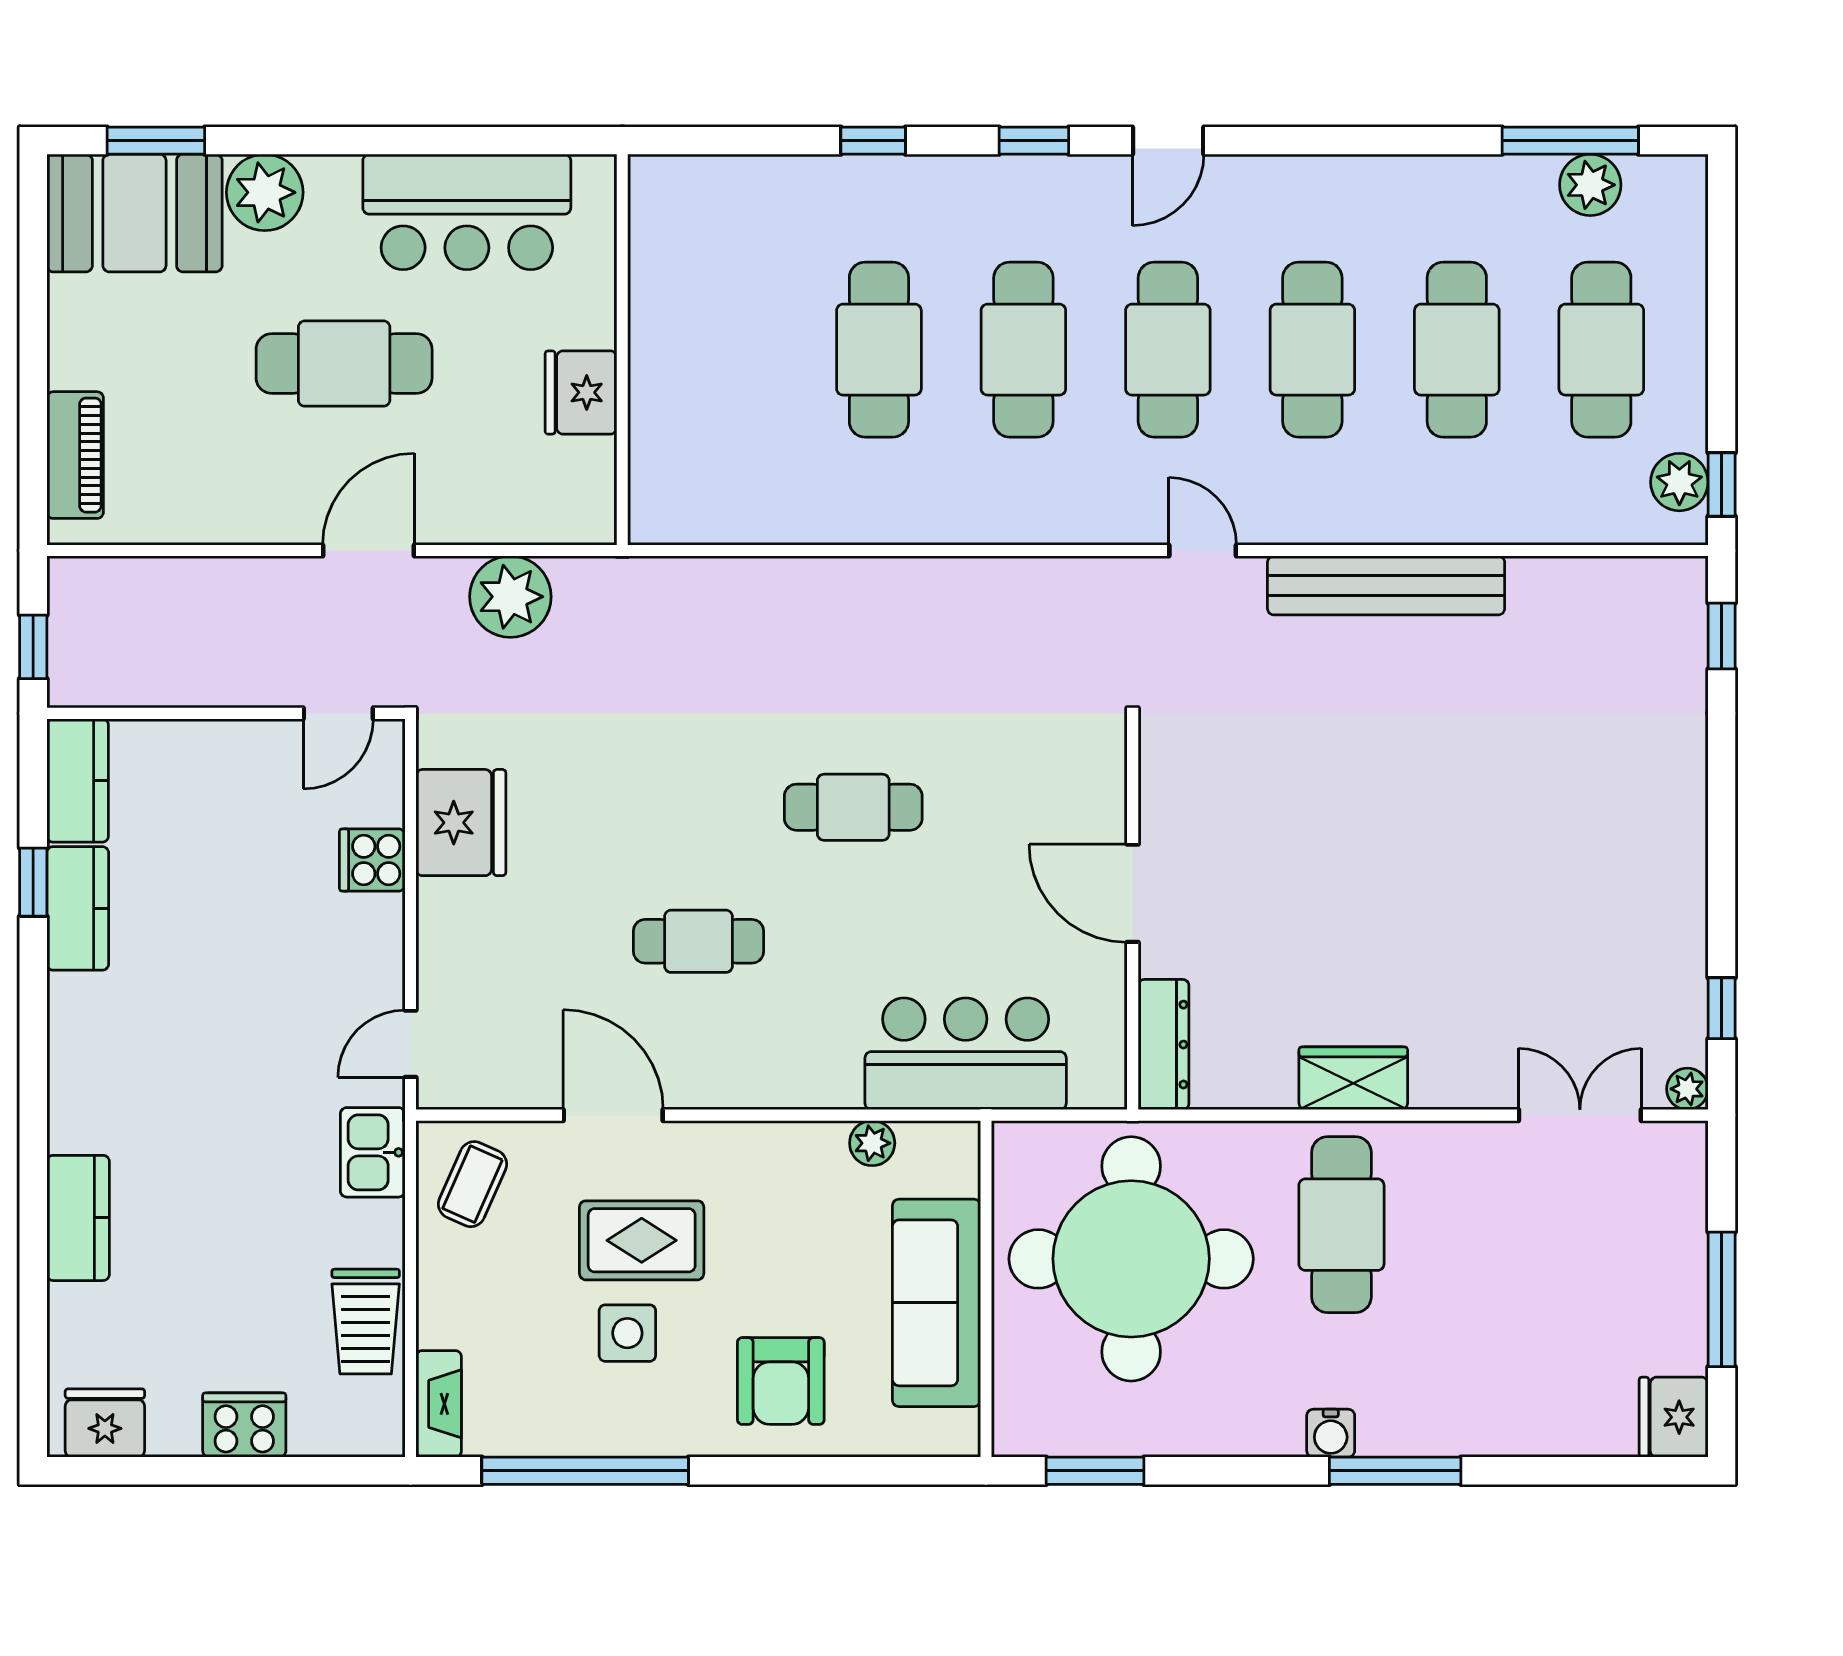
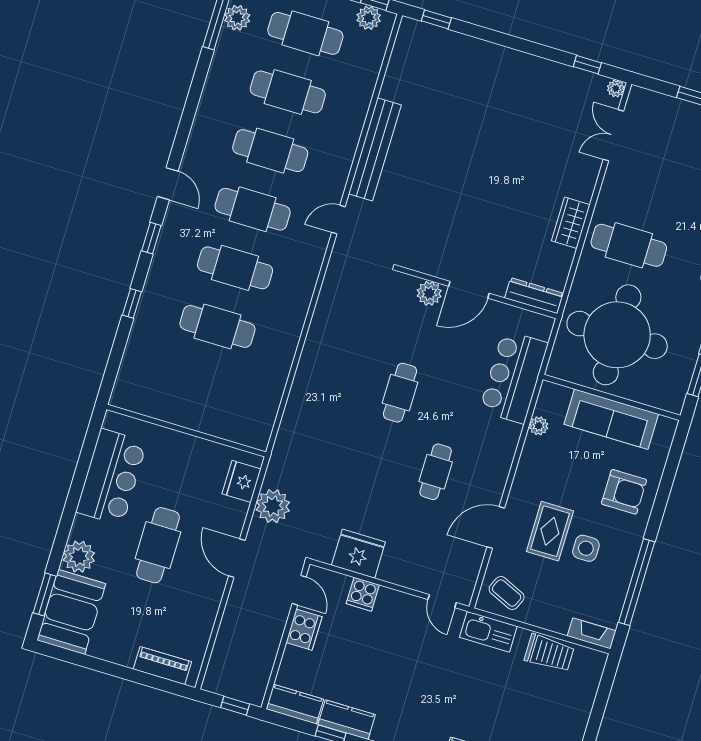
fridge: (581, 392) -> (242, 481), moved, turned 90
plant: (1098, 806) -> (429, 293), added
kitchen sink: (373, 1152) -> (488, 632), width x1.38
cooker: (244, 1425) -> (304, 630), moved, turned 180

